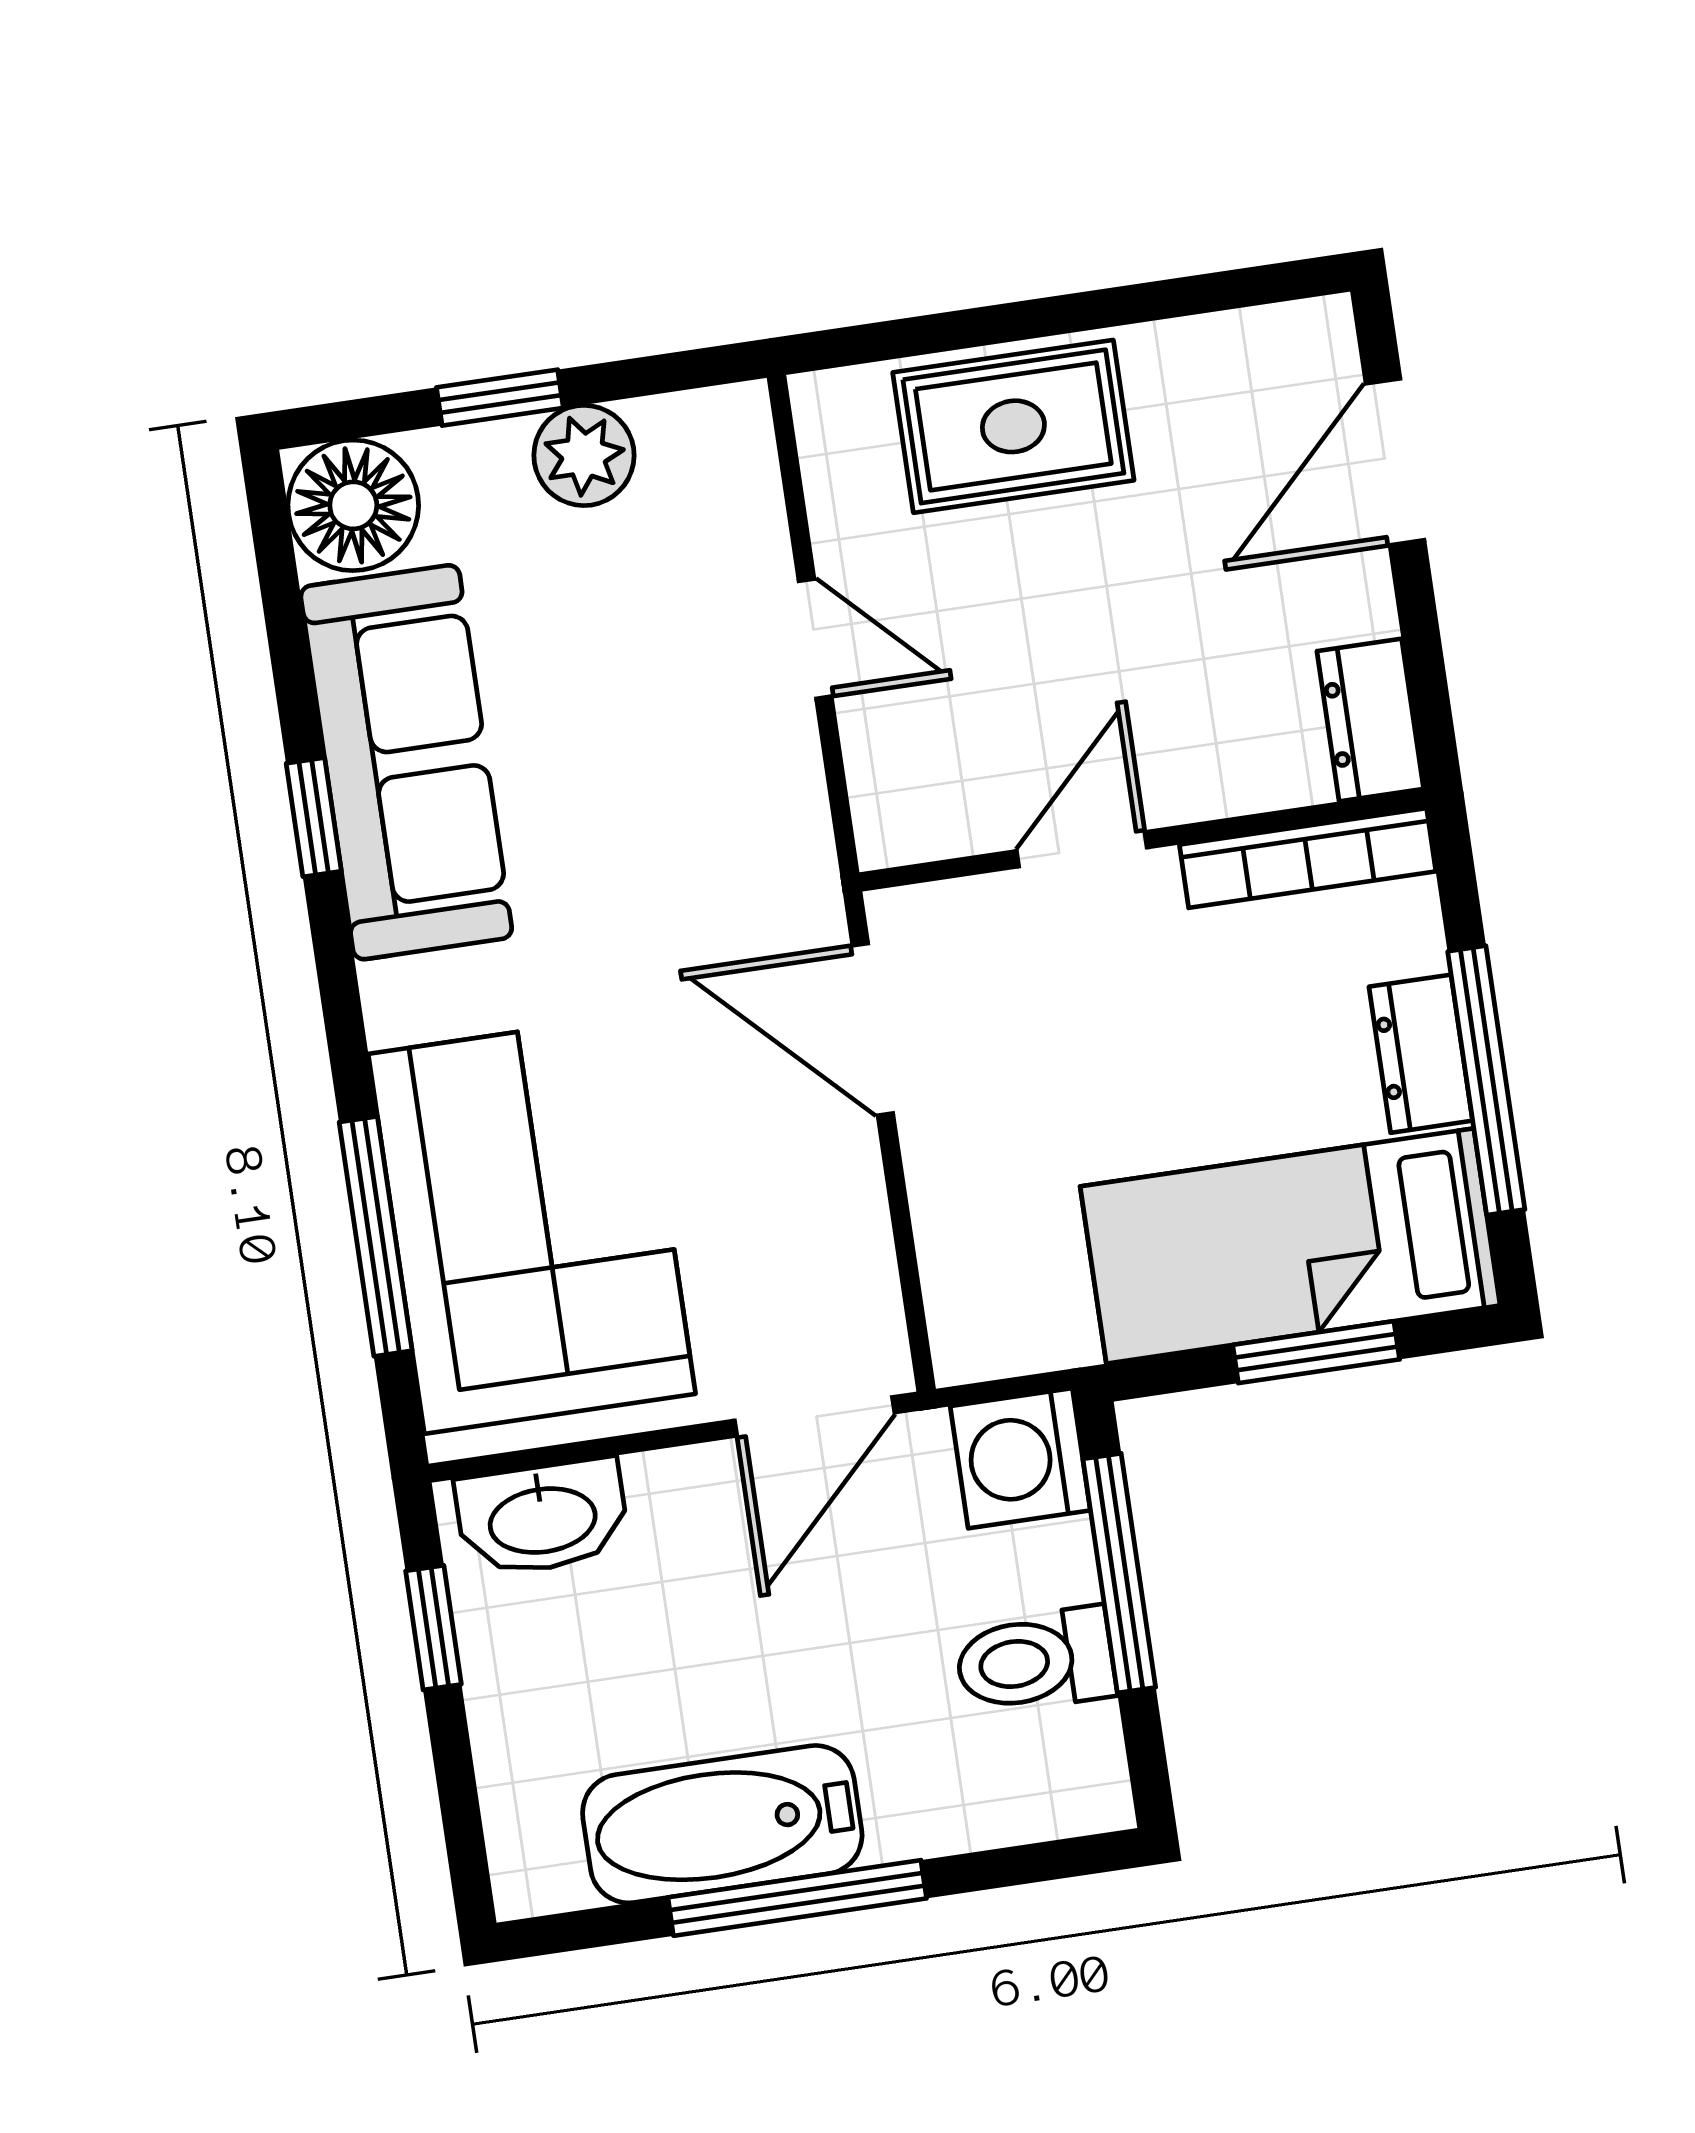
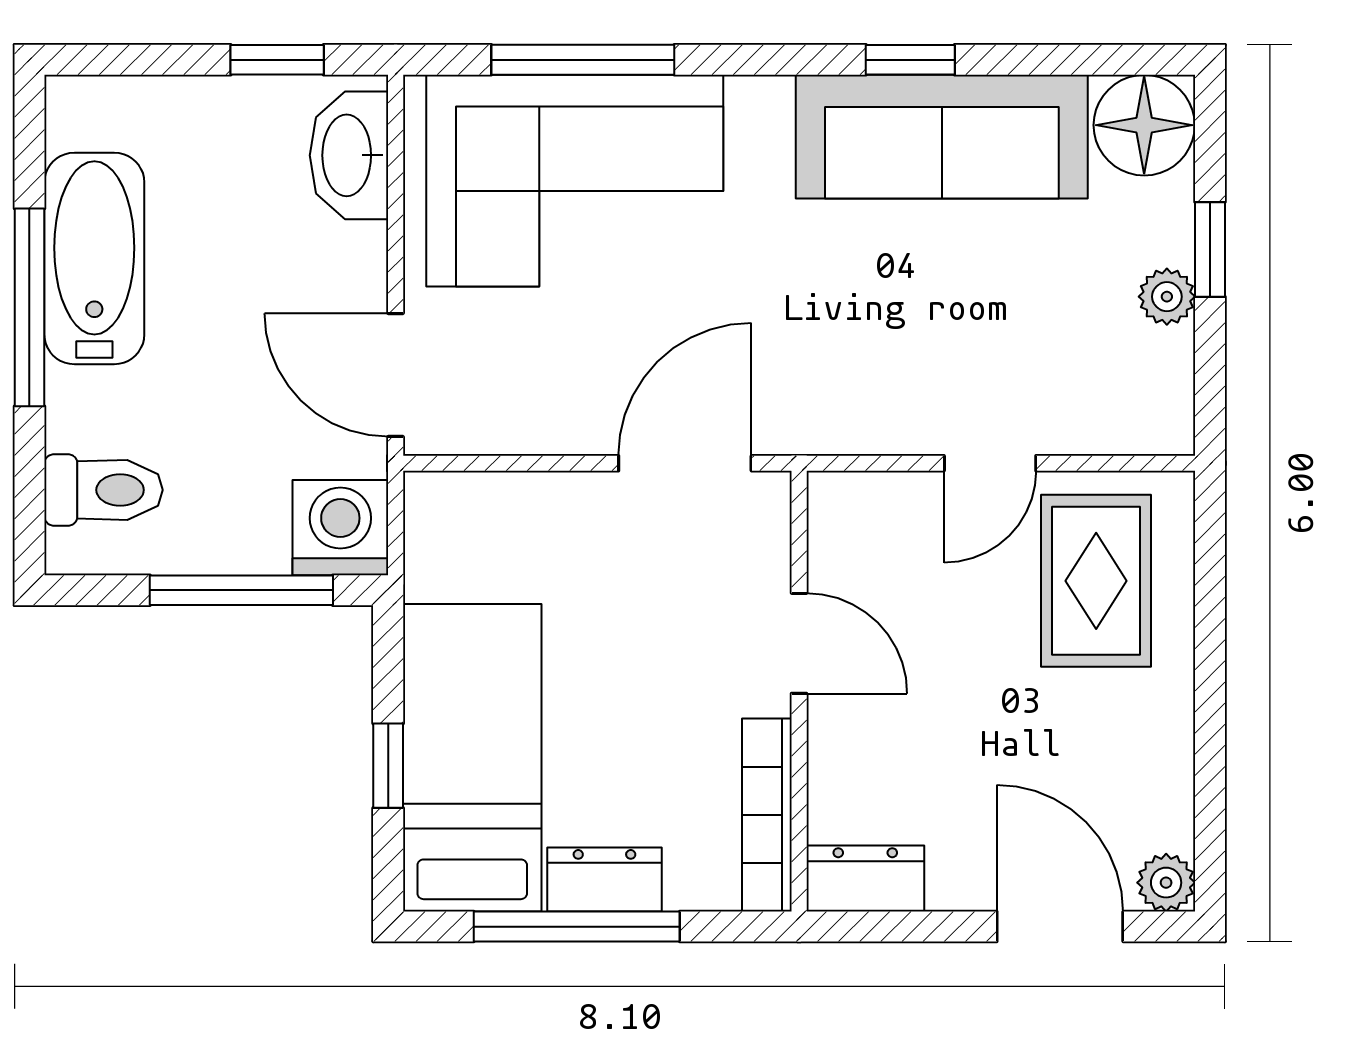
plant: (1319, 334) -> (1166, 883), added
rug: (1013, 426) -> (1096, 581), moved
plant: (584, 455) -> (1167, 297), width x0.73, depth x0.73
window: (1316, 1352) -> (388, 766), width x0.67
toilet: (1035, 1661) -> (104, 490), moved, turned 90

